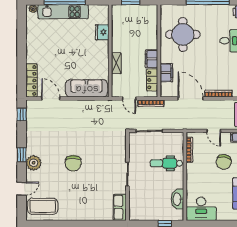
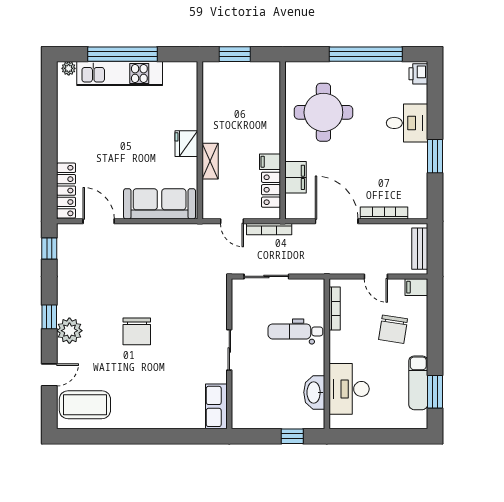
fridge: (102, 32) -> (186, 144), moved
filing cabinet: (151, 59) -> (270, 162), width x0.50
desk: (201, 209) -> (349, 389), moved, turned 90

